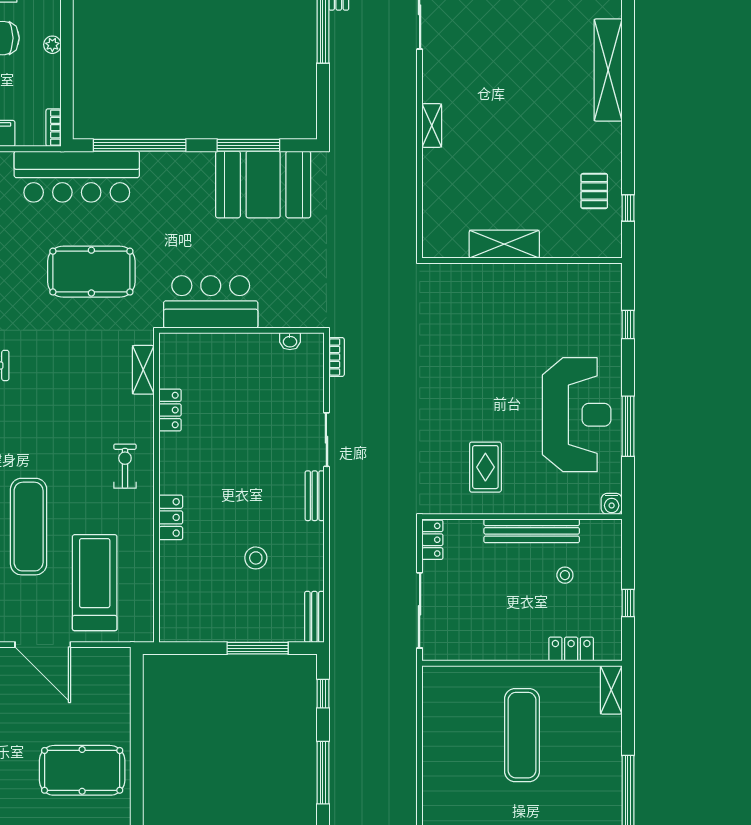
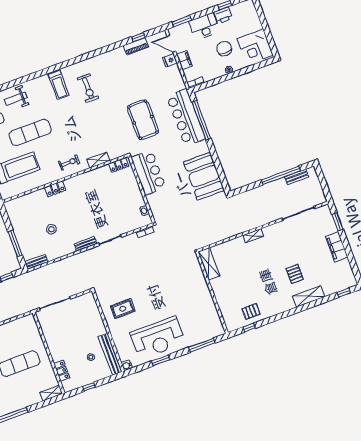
pallet: (548, 66) -> (295, 274), added
shelving: (608, 70) -> (309, 296), width x0.68
window: (248, 145) -> (218, 164), removed
bar counter: (77, 177) -> (186, 117), moved
shelving: (504, 244) -> (209, 264), moved
window: (628, 325) -> (202, 345), width x2.17
shelving: (143, 370) -> (98, 160), moved
locker: (170, 410) -> (119, 165), moved
window: (628, 426) -> (161, 360), width x0.69
bench: (532, 531) -> (110, 354), moved
locker: (432, 540) -> (85, 298), removed

